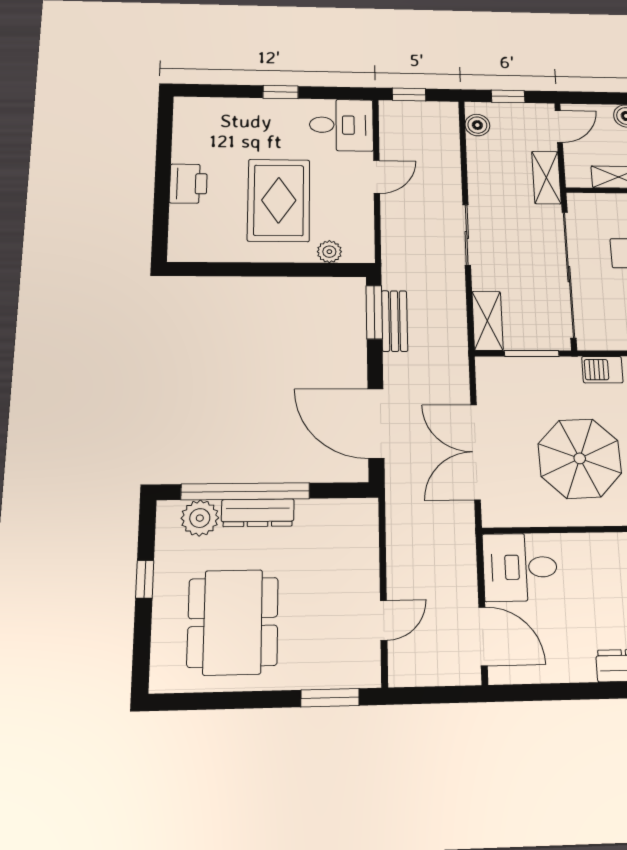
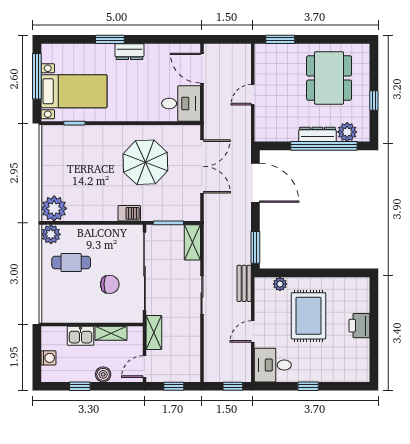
boiler: (477, 125) -> (193, 366), removed
bench: (395, 321) -> (244, 283), moved
door: (384, 620) -> (253, 95), moved

